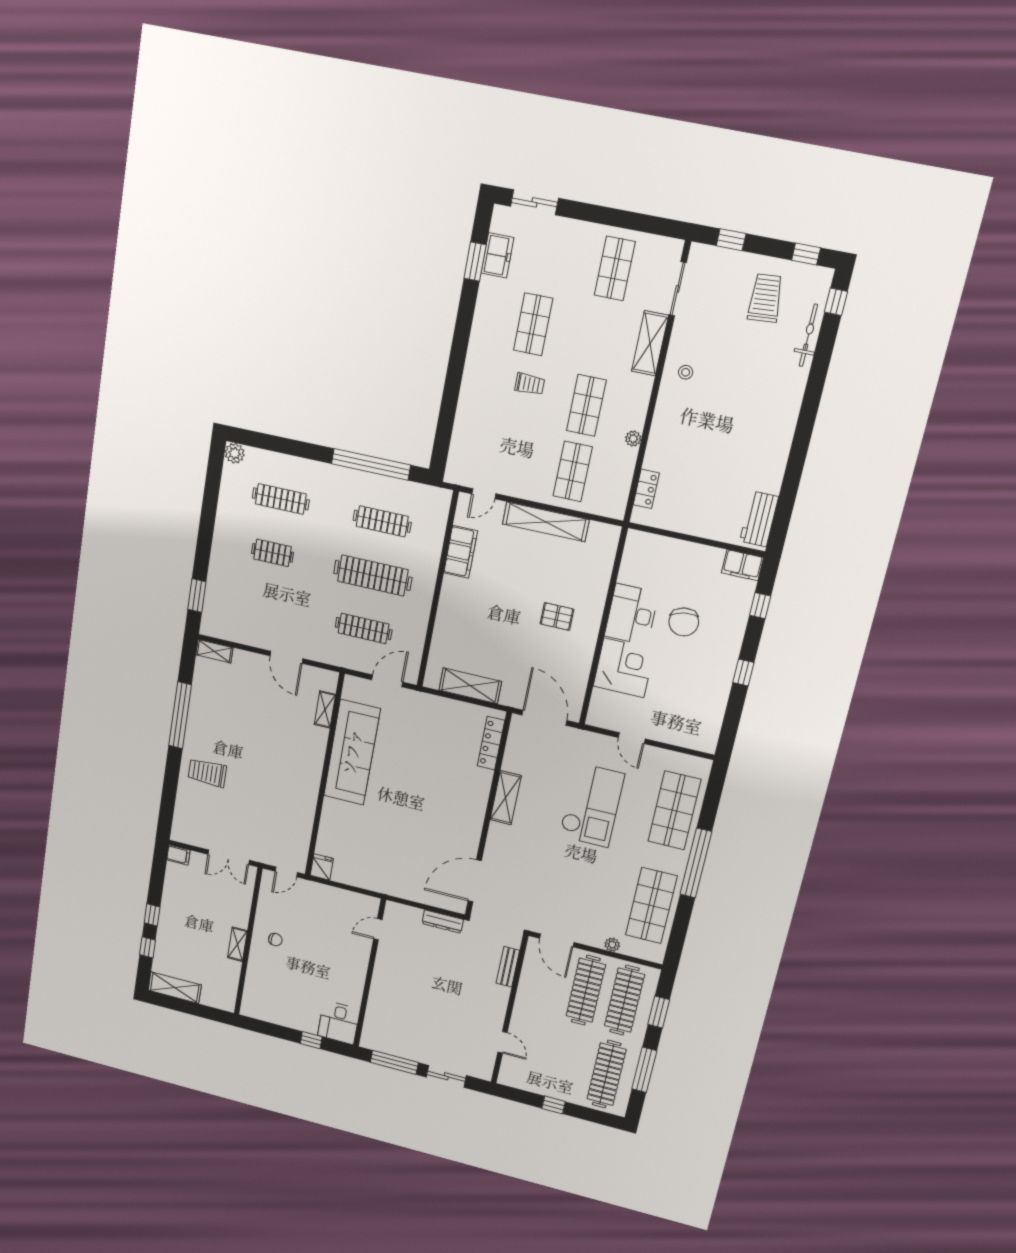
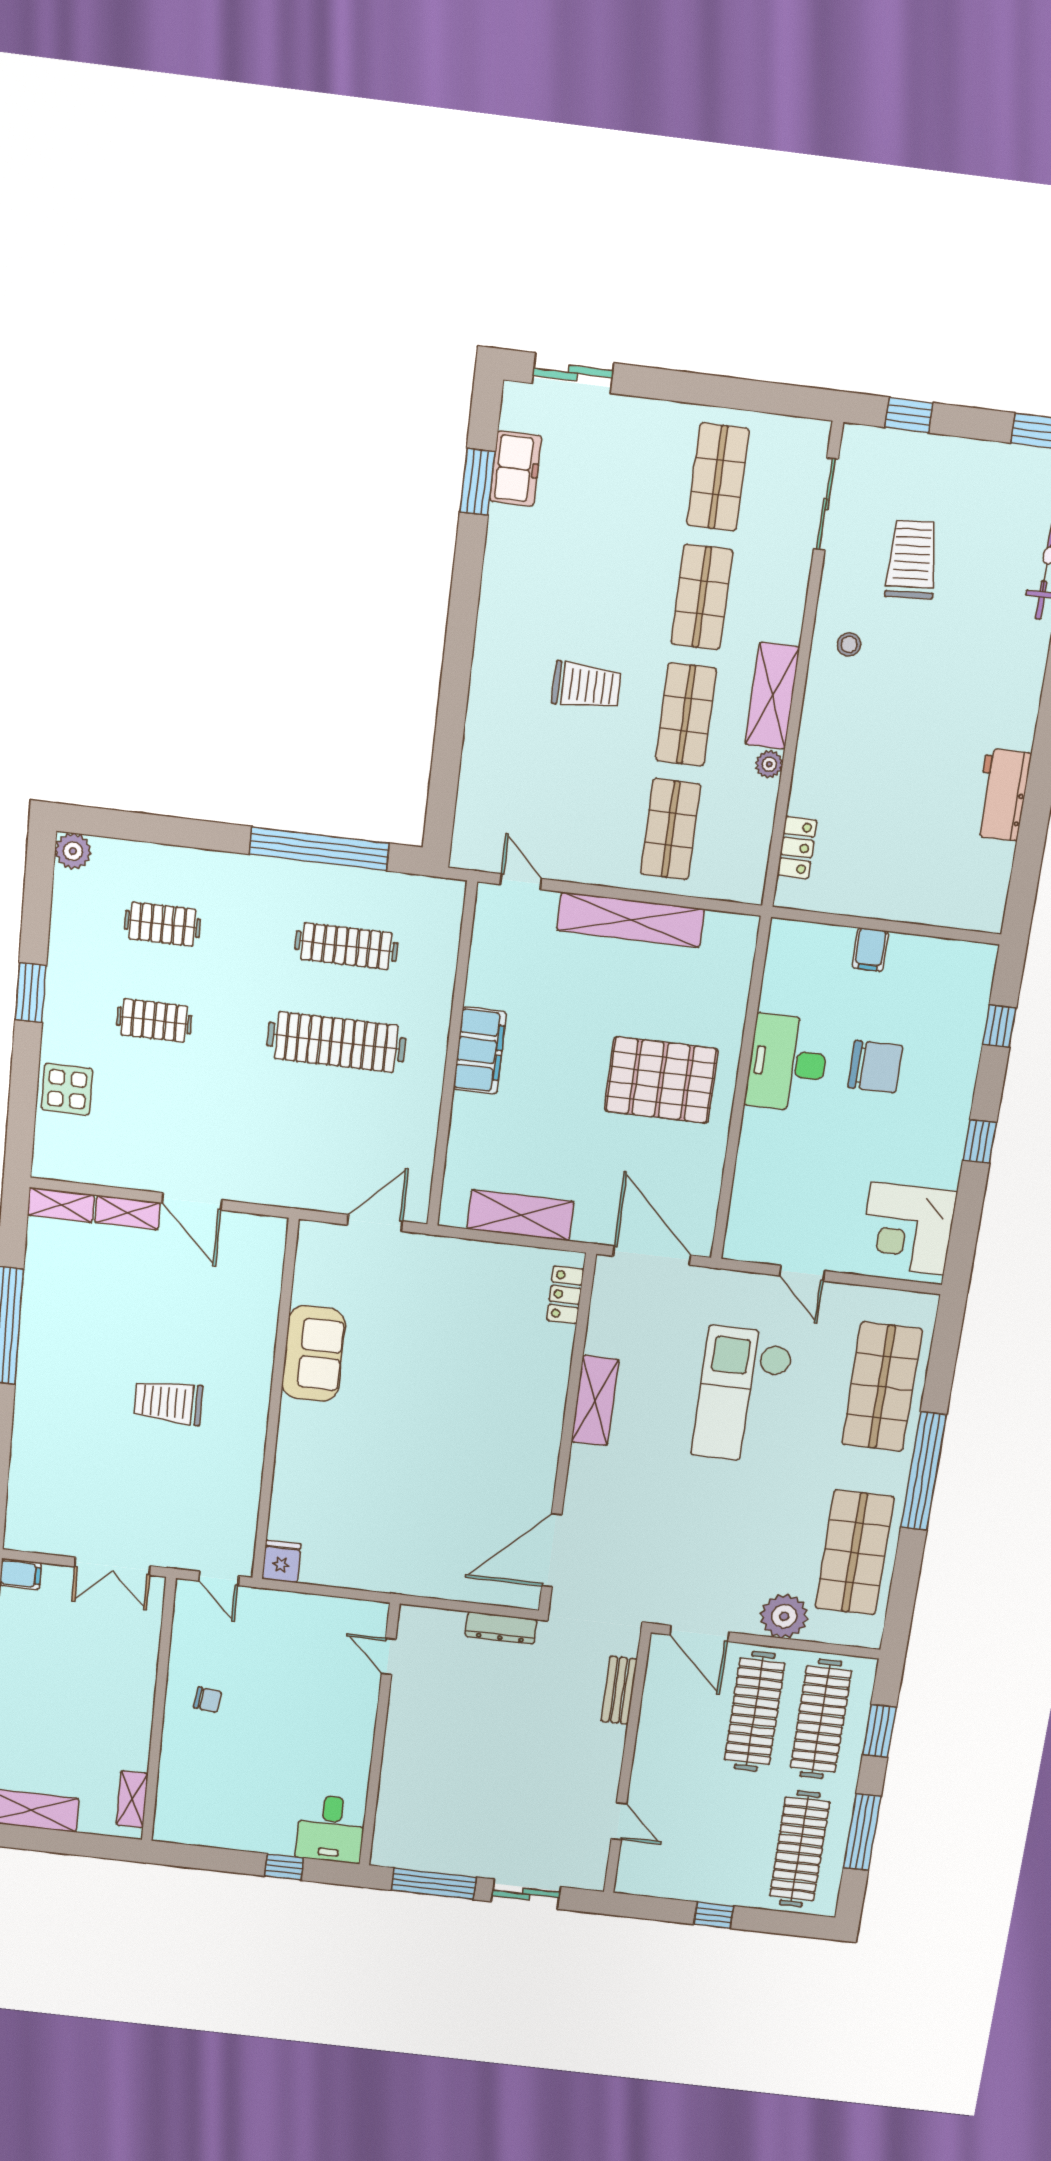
trolley: (765, 298) -> (912, 560), moved
shop shelf: (533, 324) -> (702, 597), moved
shelving: (650, 343) -> (772, 696), moved
trolley: (530, 384) -> (587, 686), width x1.36, depth x1.39
door: (484, 494) -> (521, 882), swing flipped
clothes rail: (281, 499) -> (162, 924), width x0.73
workbench: (759, 519) -> (1002, 795), moved
filing cabinet: (461, 552) -> (480, 1051), moved
filing cabinet: (742, 565) -> (870, 950), moved, width x0.50
display table: (222, 587) -> (67, 1089), added
window: (197, 596) -> (31, 993), moved
pallet: (557, 616) -> (661, 1080), width x2.05, depth x2.00
chair: (684, 622) -> (875, 1067), turned -80
clothes rail: (364, 628) -> (326, 1136), removed
corner desk: (624, 668) -> (908, 1228), moved, turned 180
shelving: (325, 709) -> (128, 1213), moved, turned 90
locker: (491, 743) -> (565, 1295), width x0.66
sofa: (352, 752) -> (313, 1354), width x0.54, depth x0.79
trolley: (207, 773) -> (168, 1402), moved
checkout: (592, 805) -> (742, 1395), turned 180
door: (286, 872) -> (219, 1578), hinge flipped
door: (378, 929) -> (389, 1657), hinge flipped
shelving: (237, 944) -> (132, 1799), moved
plant: (612, 945) -> (784, 1616), width x1.88, depth x1.88

